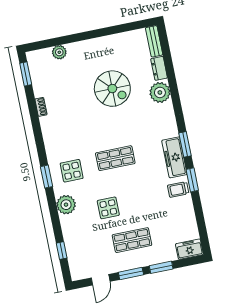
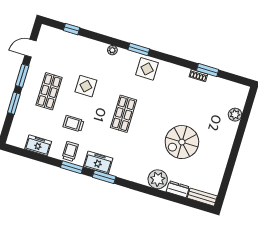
window: (26, 74) -> (208, 70), moved
freezer: (174, 157) -> (98, 163), width x0.71
display table: (72, 171) -> (147, 69), moved
trolley: (150, 200) -> (74, 124), added
plant: (66, 205) -> (112, 50), width x0.53, depth x0.53
freezer: (189, 249) -> (38, 145), moved, turned -90
door: (101, 280) -> (31, 48), hinge flipped

